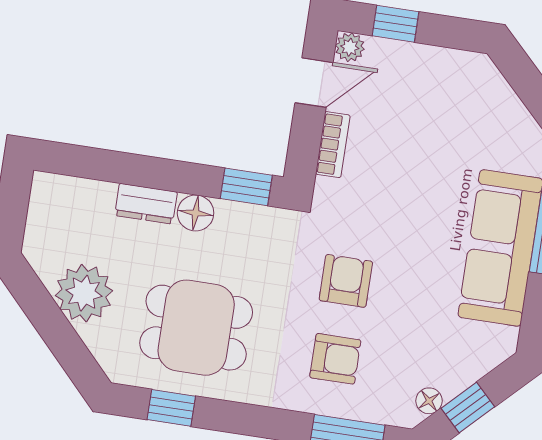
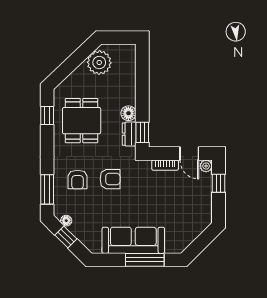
dresser: (146, 204) -> (129, 134), moved
plant: (84, 293) -> (99, 63), moved

